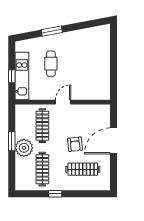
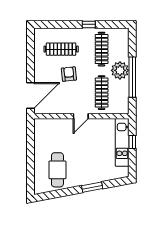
cafe table: (51, 64) -> (57, 170), moved, width x1.37, depth x1.35
window: (12, 141) -> (132, 77), width x2.11
door: (113, 141) -> (30, 96), moved

